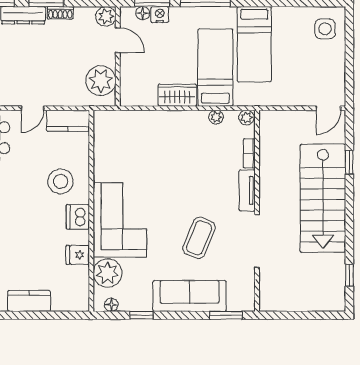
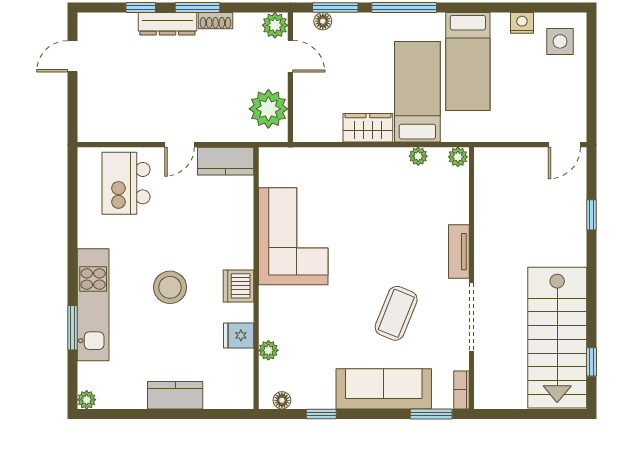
nightstand: (160, 15) -> (522, 23), moved
bookcase: (249, 154) -> (461, 390), moved
stool: (60, 181) -> (170, 287), moved
stairs: (323, 198) -> (557, 338), moved
corner sofa: (120, 220) -> (293, 236), moved
plant: (107, 273) -> (268, 350), width x0.53, depth x0.53

